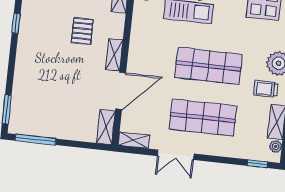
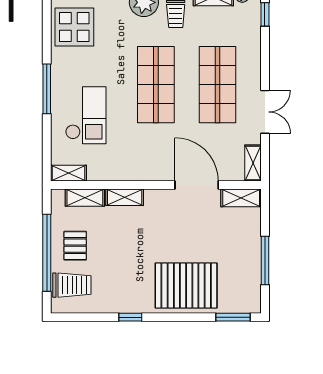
pallet: (82, 31) -> (186, 286), moved, width x2.05, depth x2.00
shelving: (114, 55) -> (125, 197), moved
window: (35, 140) -> (265, 260), moved

